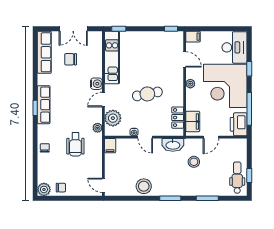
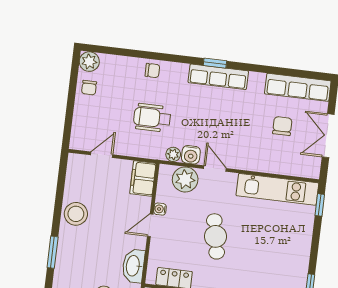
water cooler: (96, 84) -> (191, 155), moved
filing cabinet: (110, 146) -> (143, 178), width x2.00
door: (103, 185) -> (102, 155), moved

